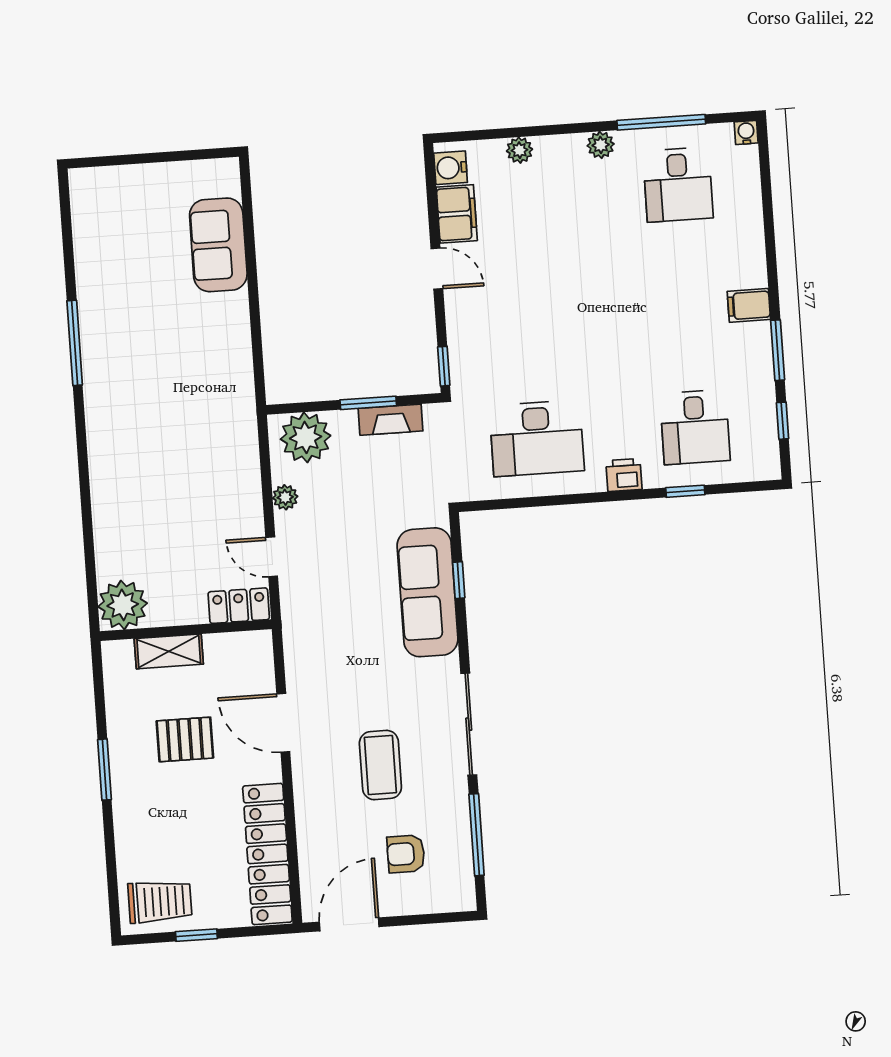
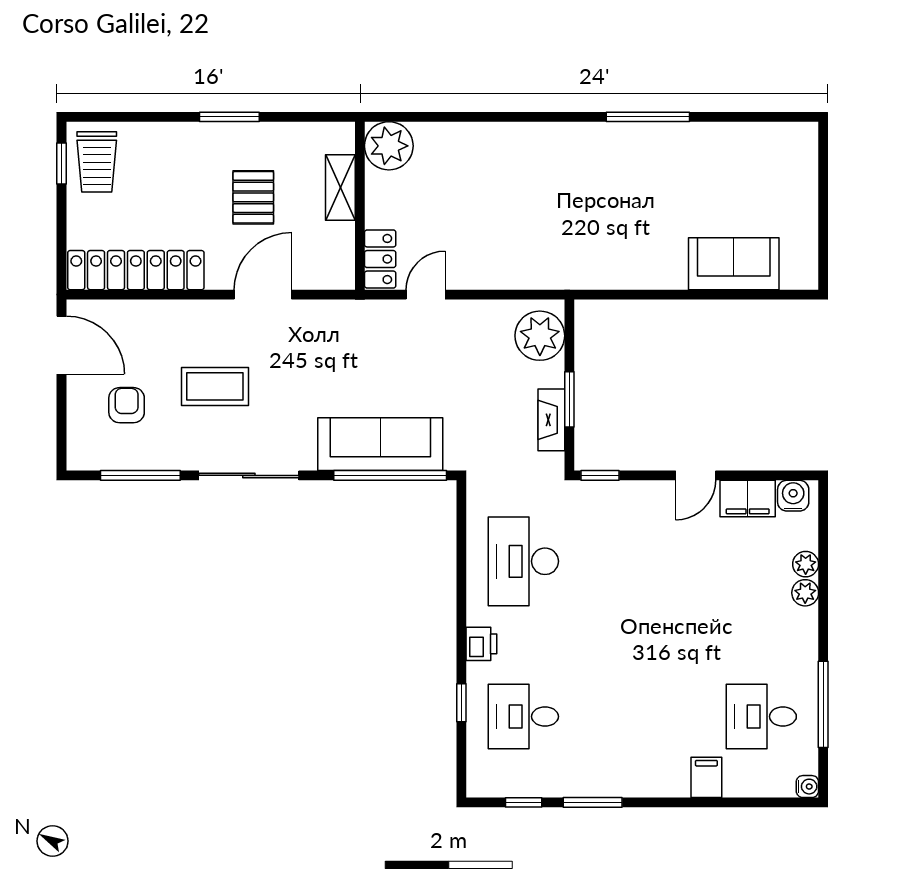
plant: (601, 145) -> (805, 593), moved
filing cabinet: (749, 305) -> (706, 777), moved
plant: (285, 497) -> (483, 312), removed
window: (459, 580) -> (390, 475), width x3.17
window: (196, 935) -> (62, 163), moved

